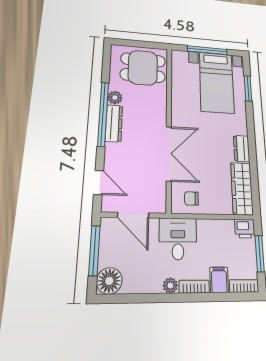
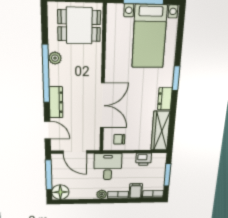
window: (248, 88) -> (176, 78), moved
dresser: (114, 123) -> (56, 102), moved
printer: (245, 229) -> (144, 159), moved

